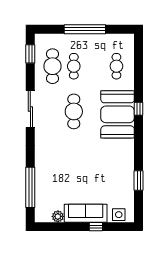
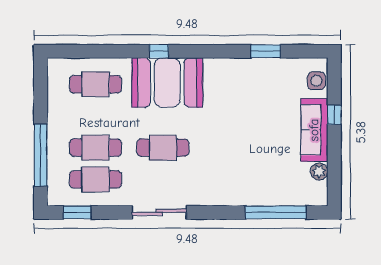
window: (85, 29) -> (41, 155), moved
cafe table: (74, 66) -> (95, 148), width x1.37, depth x1.35
cafe table: (116, 66) -> (95, 84), width x1.37, depth x1.35

